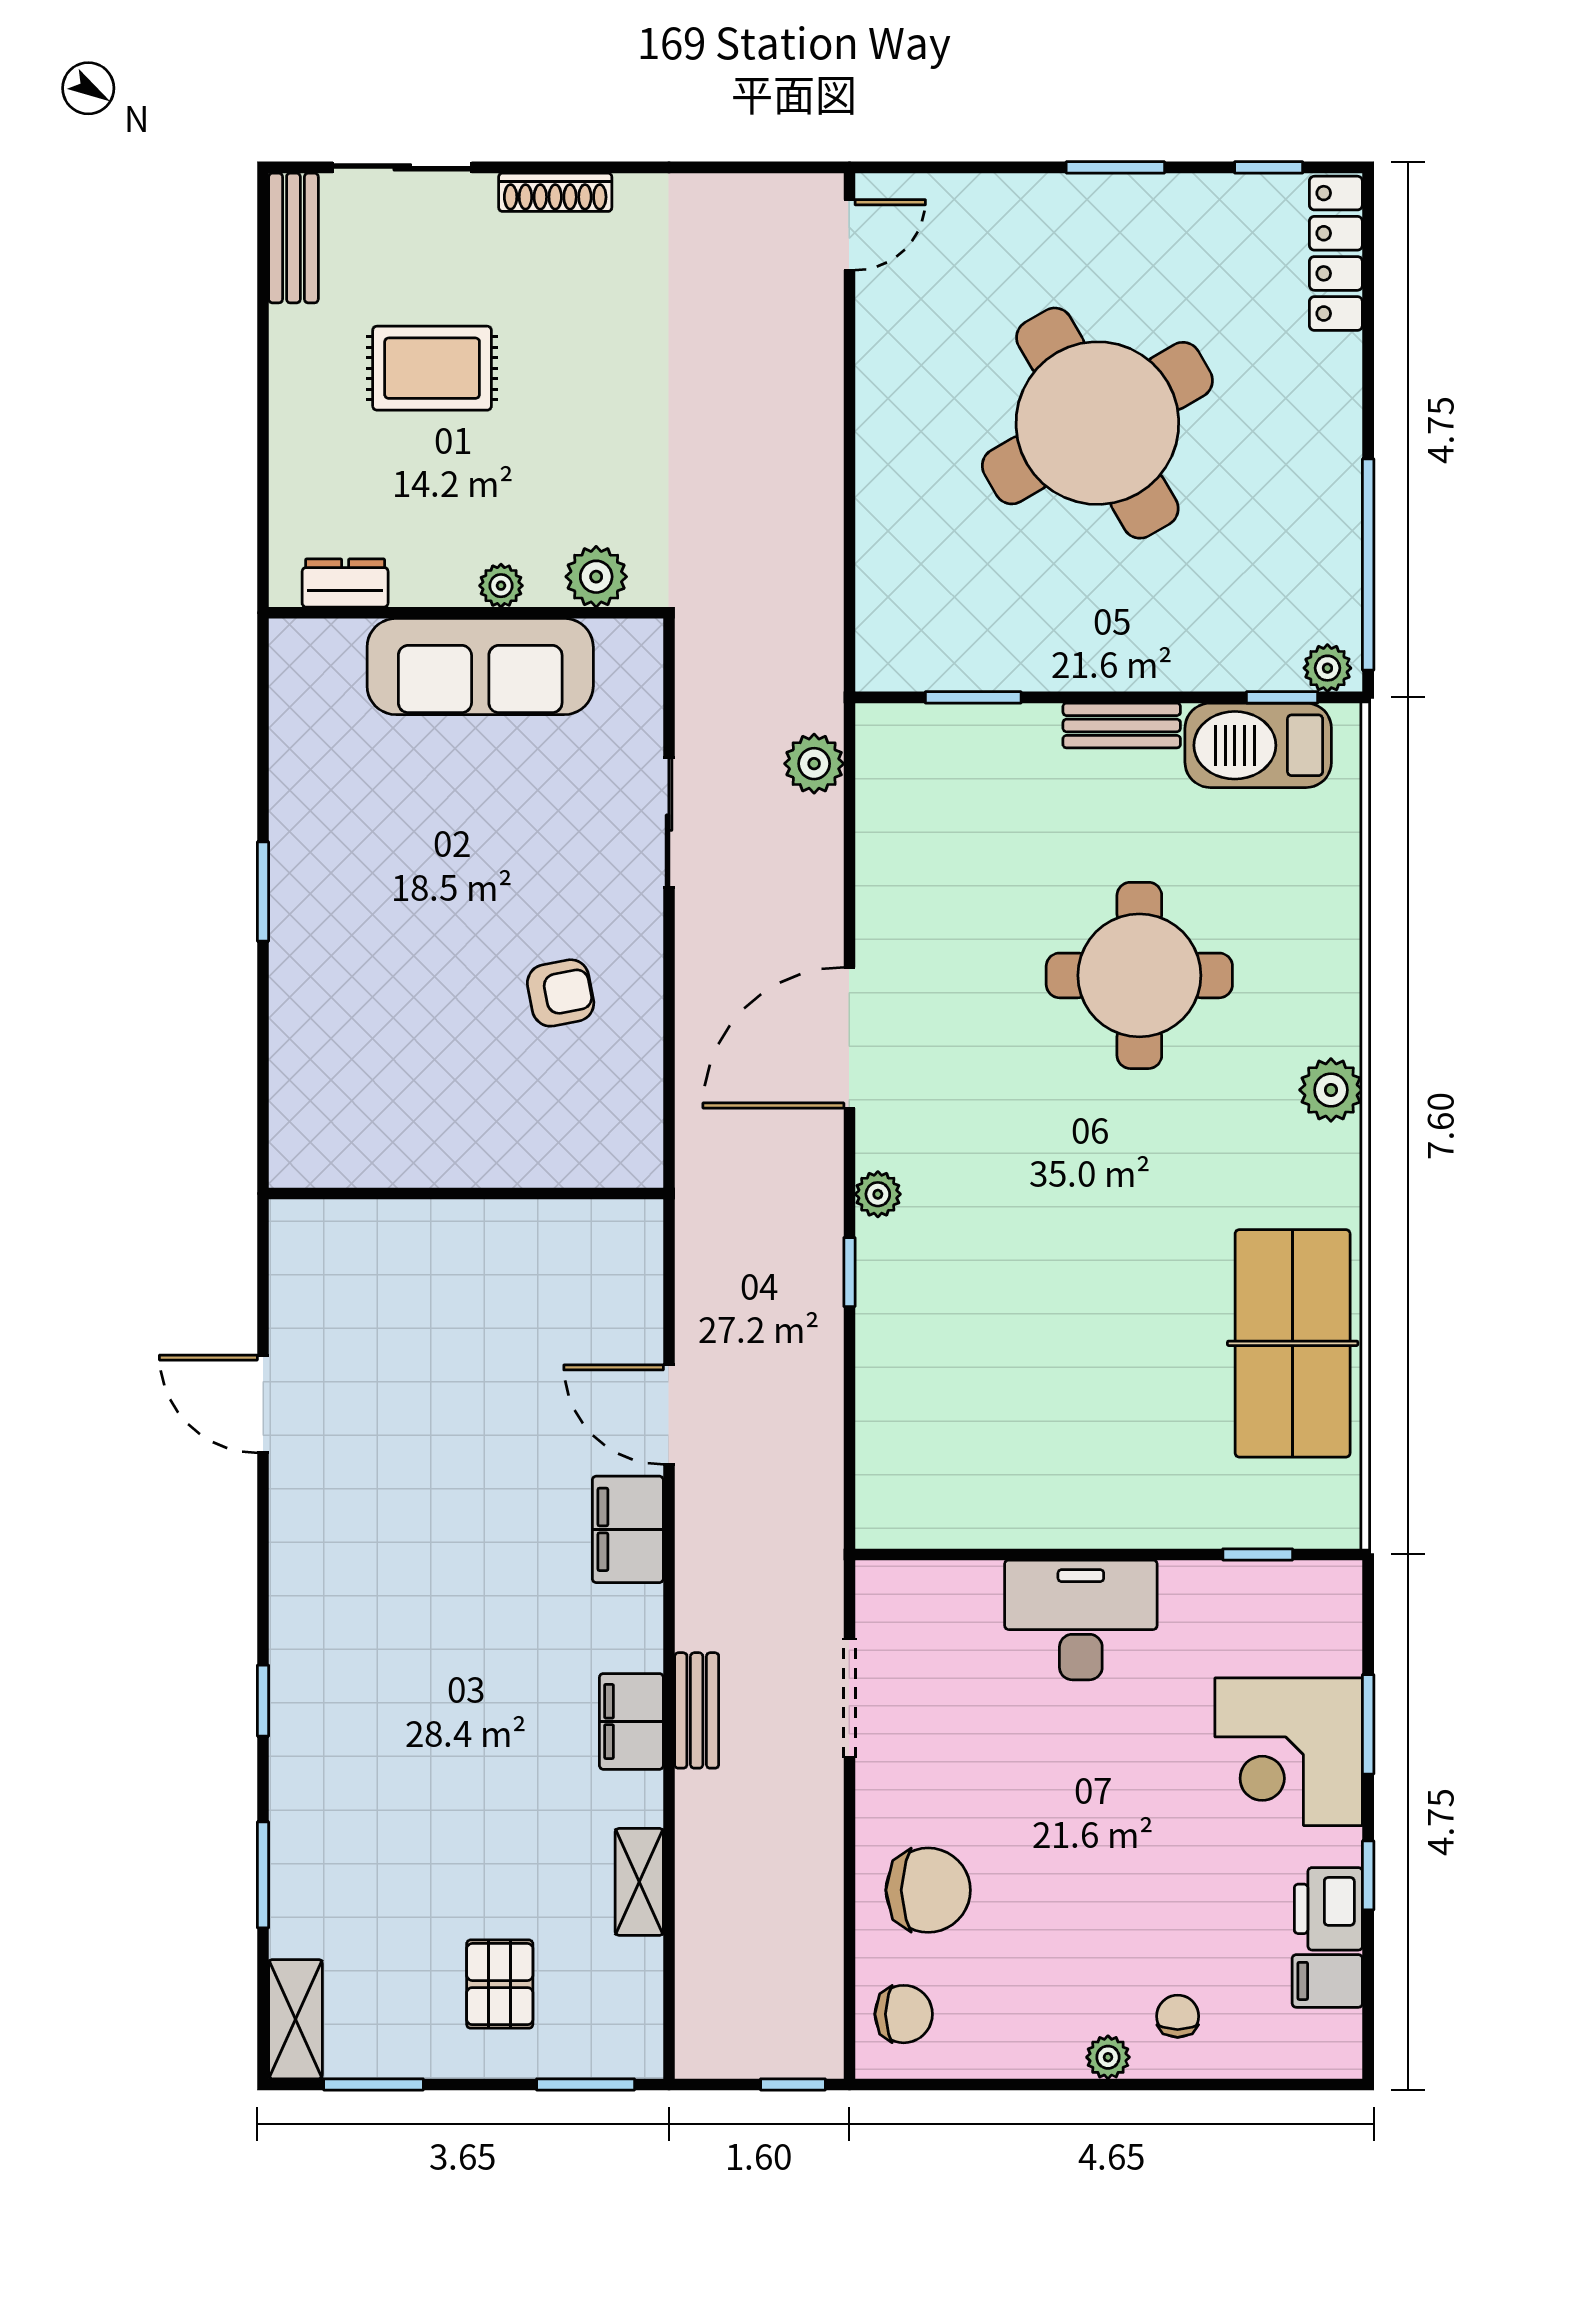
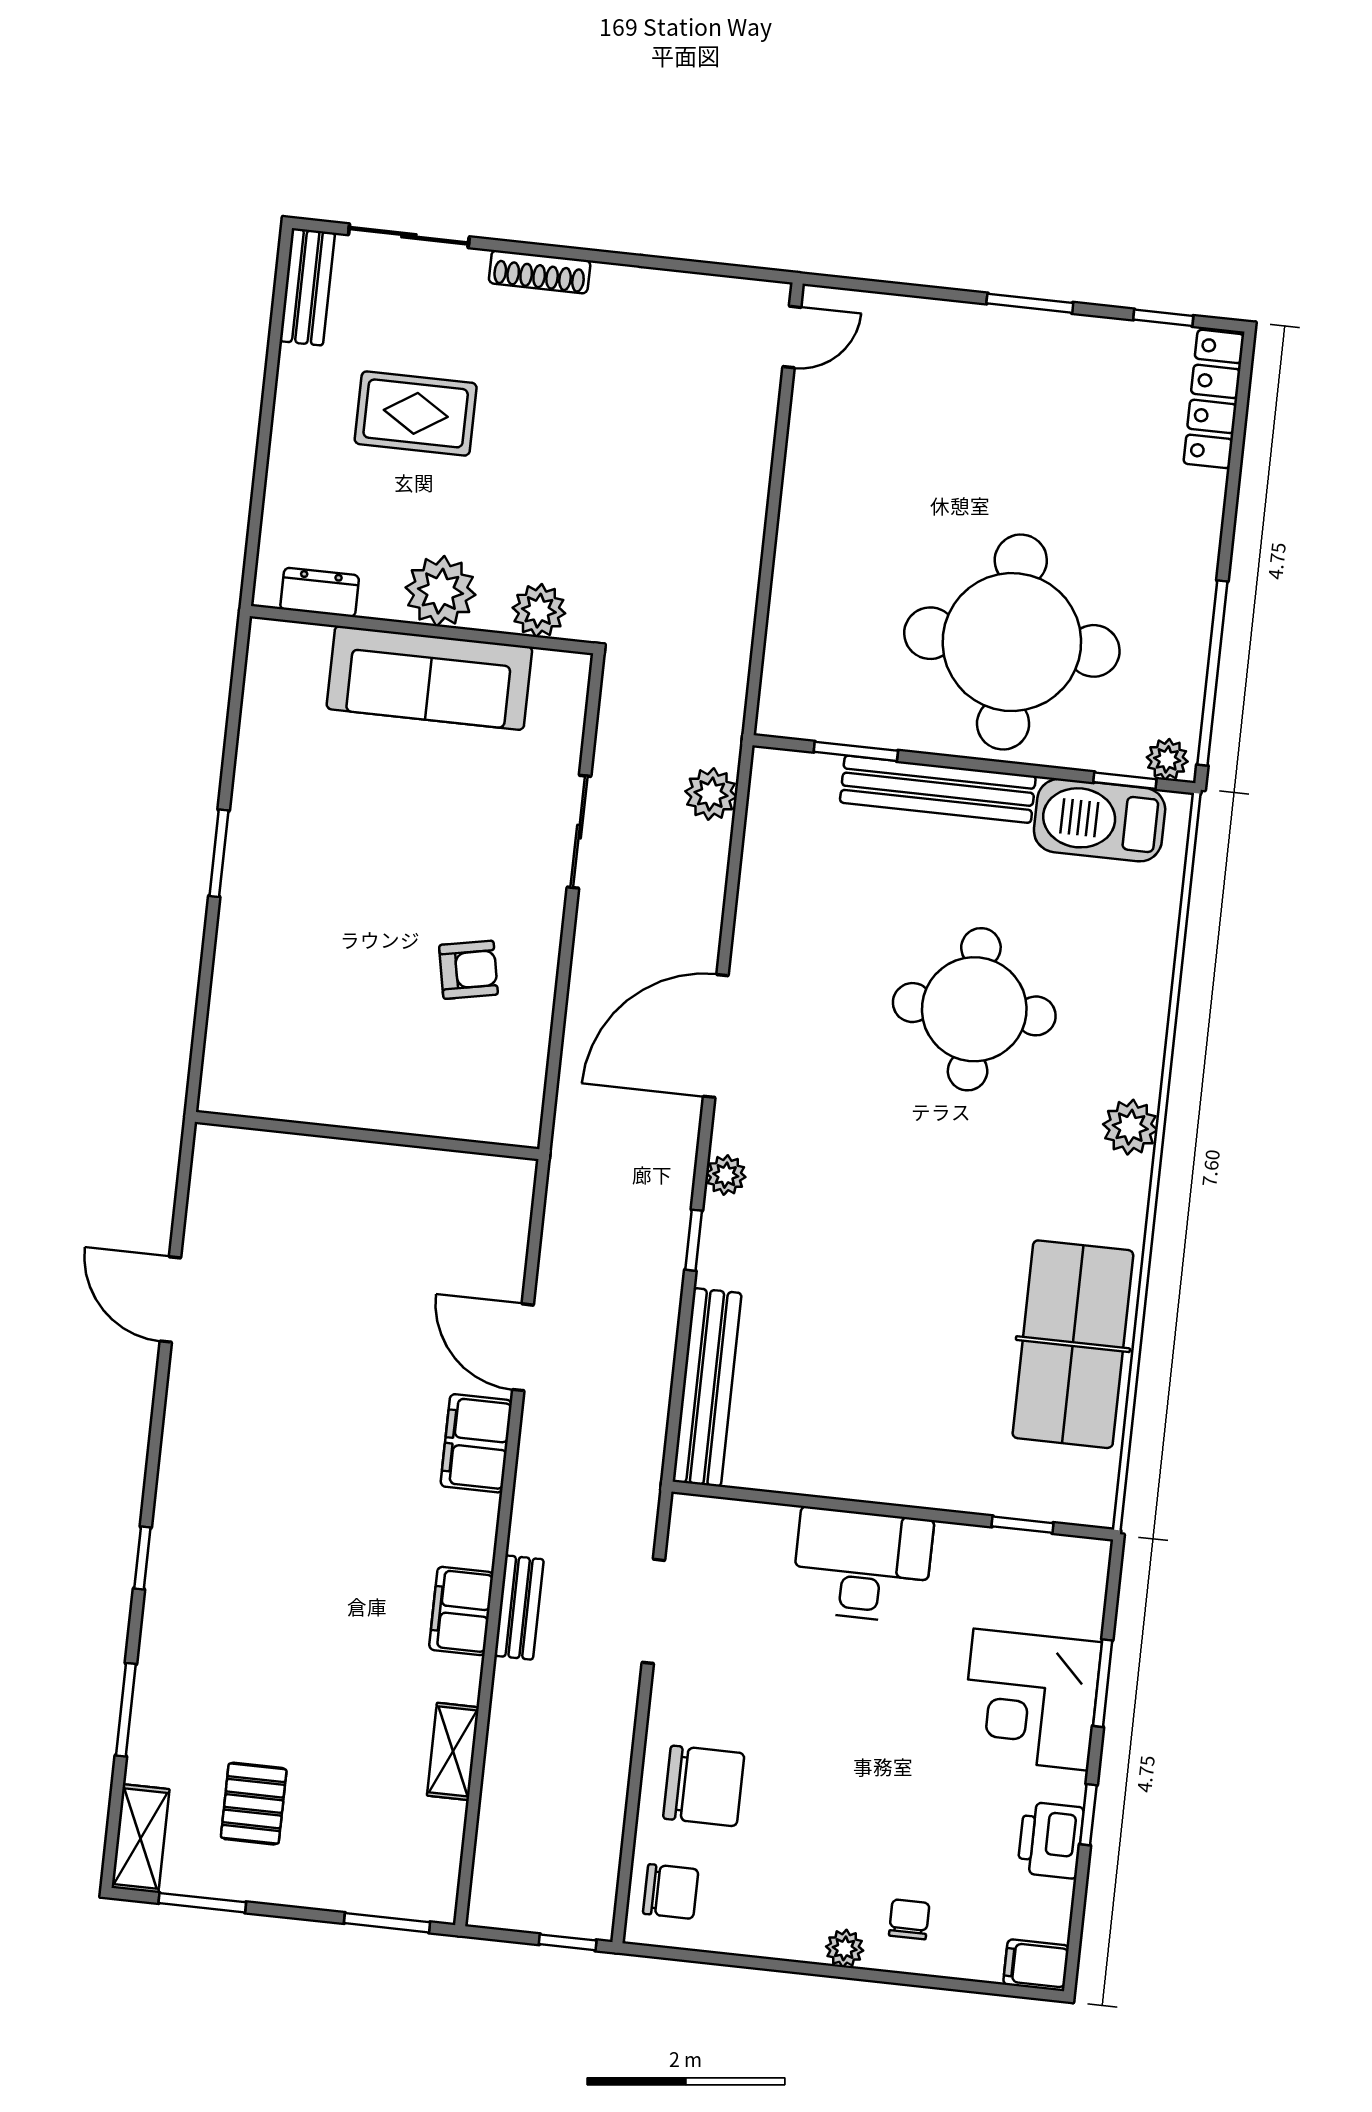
round table: (1097, 423) -> (1012, 642), moved, turned 30
plant: (501, 586) -> (441, 591), width x1.88, depth x1.88
bench: (1122, 725) -> (938, 789), width x1.86, depth x1.21
bench: (883, 1437) -> (707, 1387), added
filing cabinet: (1327, 1981) -> (1036, 1965), moved
pallet: (500, 1984) -> (254, 1804), moved

